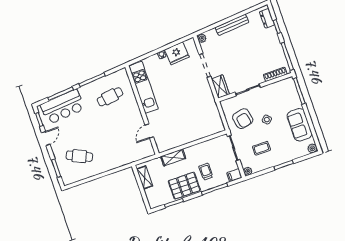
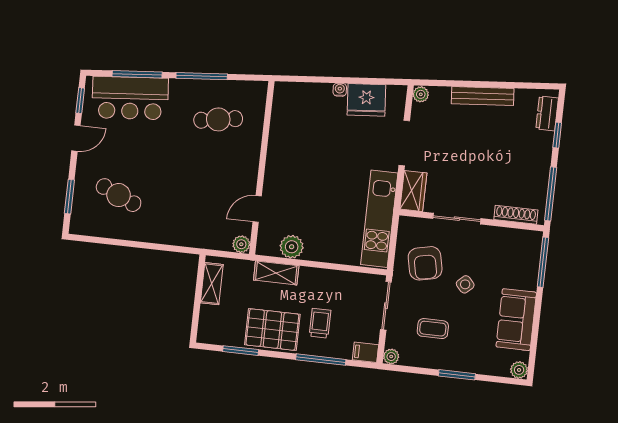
kitchen unit: (143, 87) -> (379, 219), moved, turned 180
plant: (175, 141) -> (292, 247), added
plant: (150, 152) -> (241, 244), added

